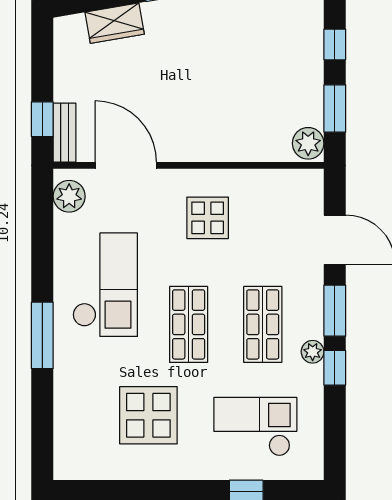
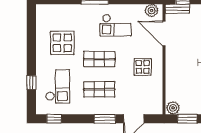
door: (126, 165) -> (164, 34), swing flipped
checkout: (105, 285) -> (115, 25), width x0.73, depth x0.83
plant: (313, 352) -> (88, 110), removed
window: (335, 368) -> (54, 119), moved

